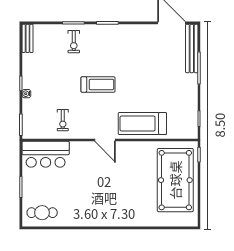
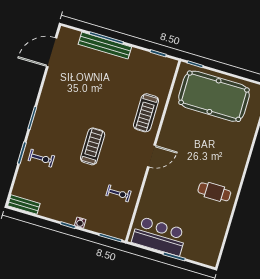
bench: (192, 48) -> (105, 46), moved
treadmill: (142, 124) -> (146, 113), width x0.73, depth x0.73
bar counter: (46, 154) -> (159, 236), moved, turned -90
cafe table: (42, 213) -> (214, 192), moved, turned 90

